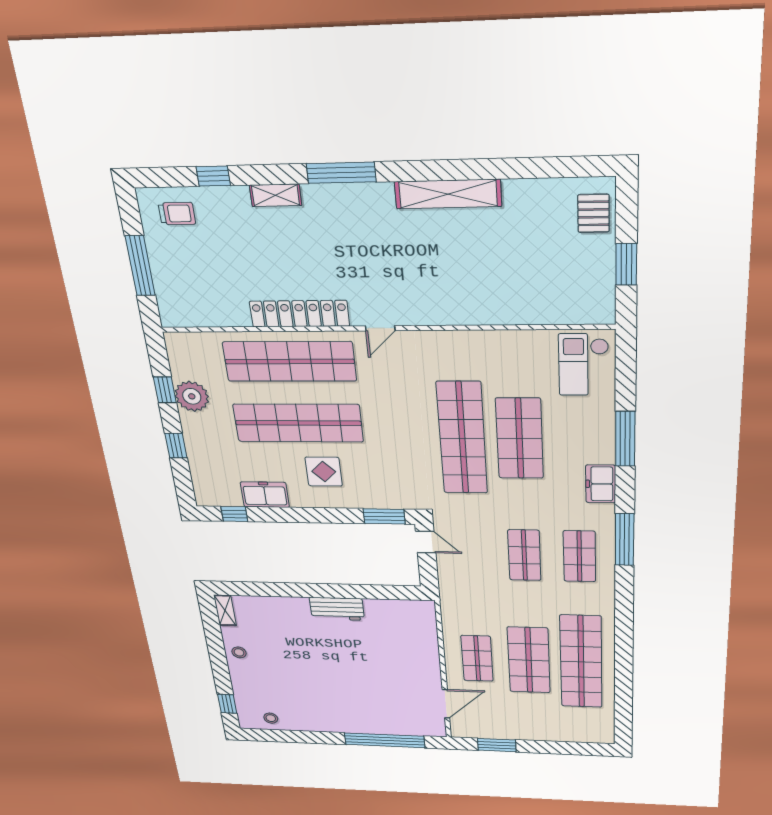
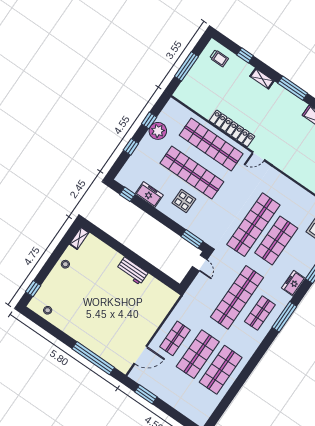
shop shelf: (524, 555) -> (237, 297), width x2.00, depth x1.36
shop shelf: (581, 662) -> (221, 370), width x0.71

